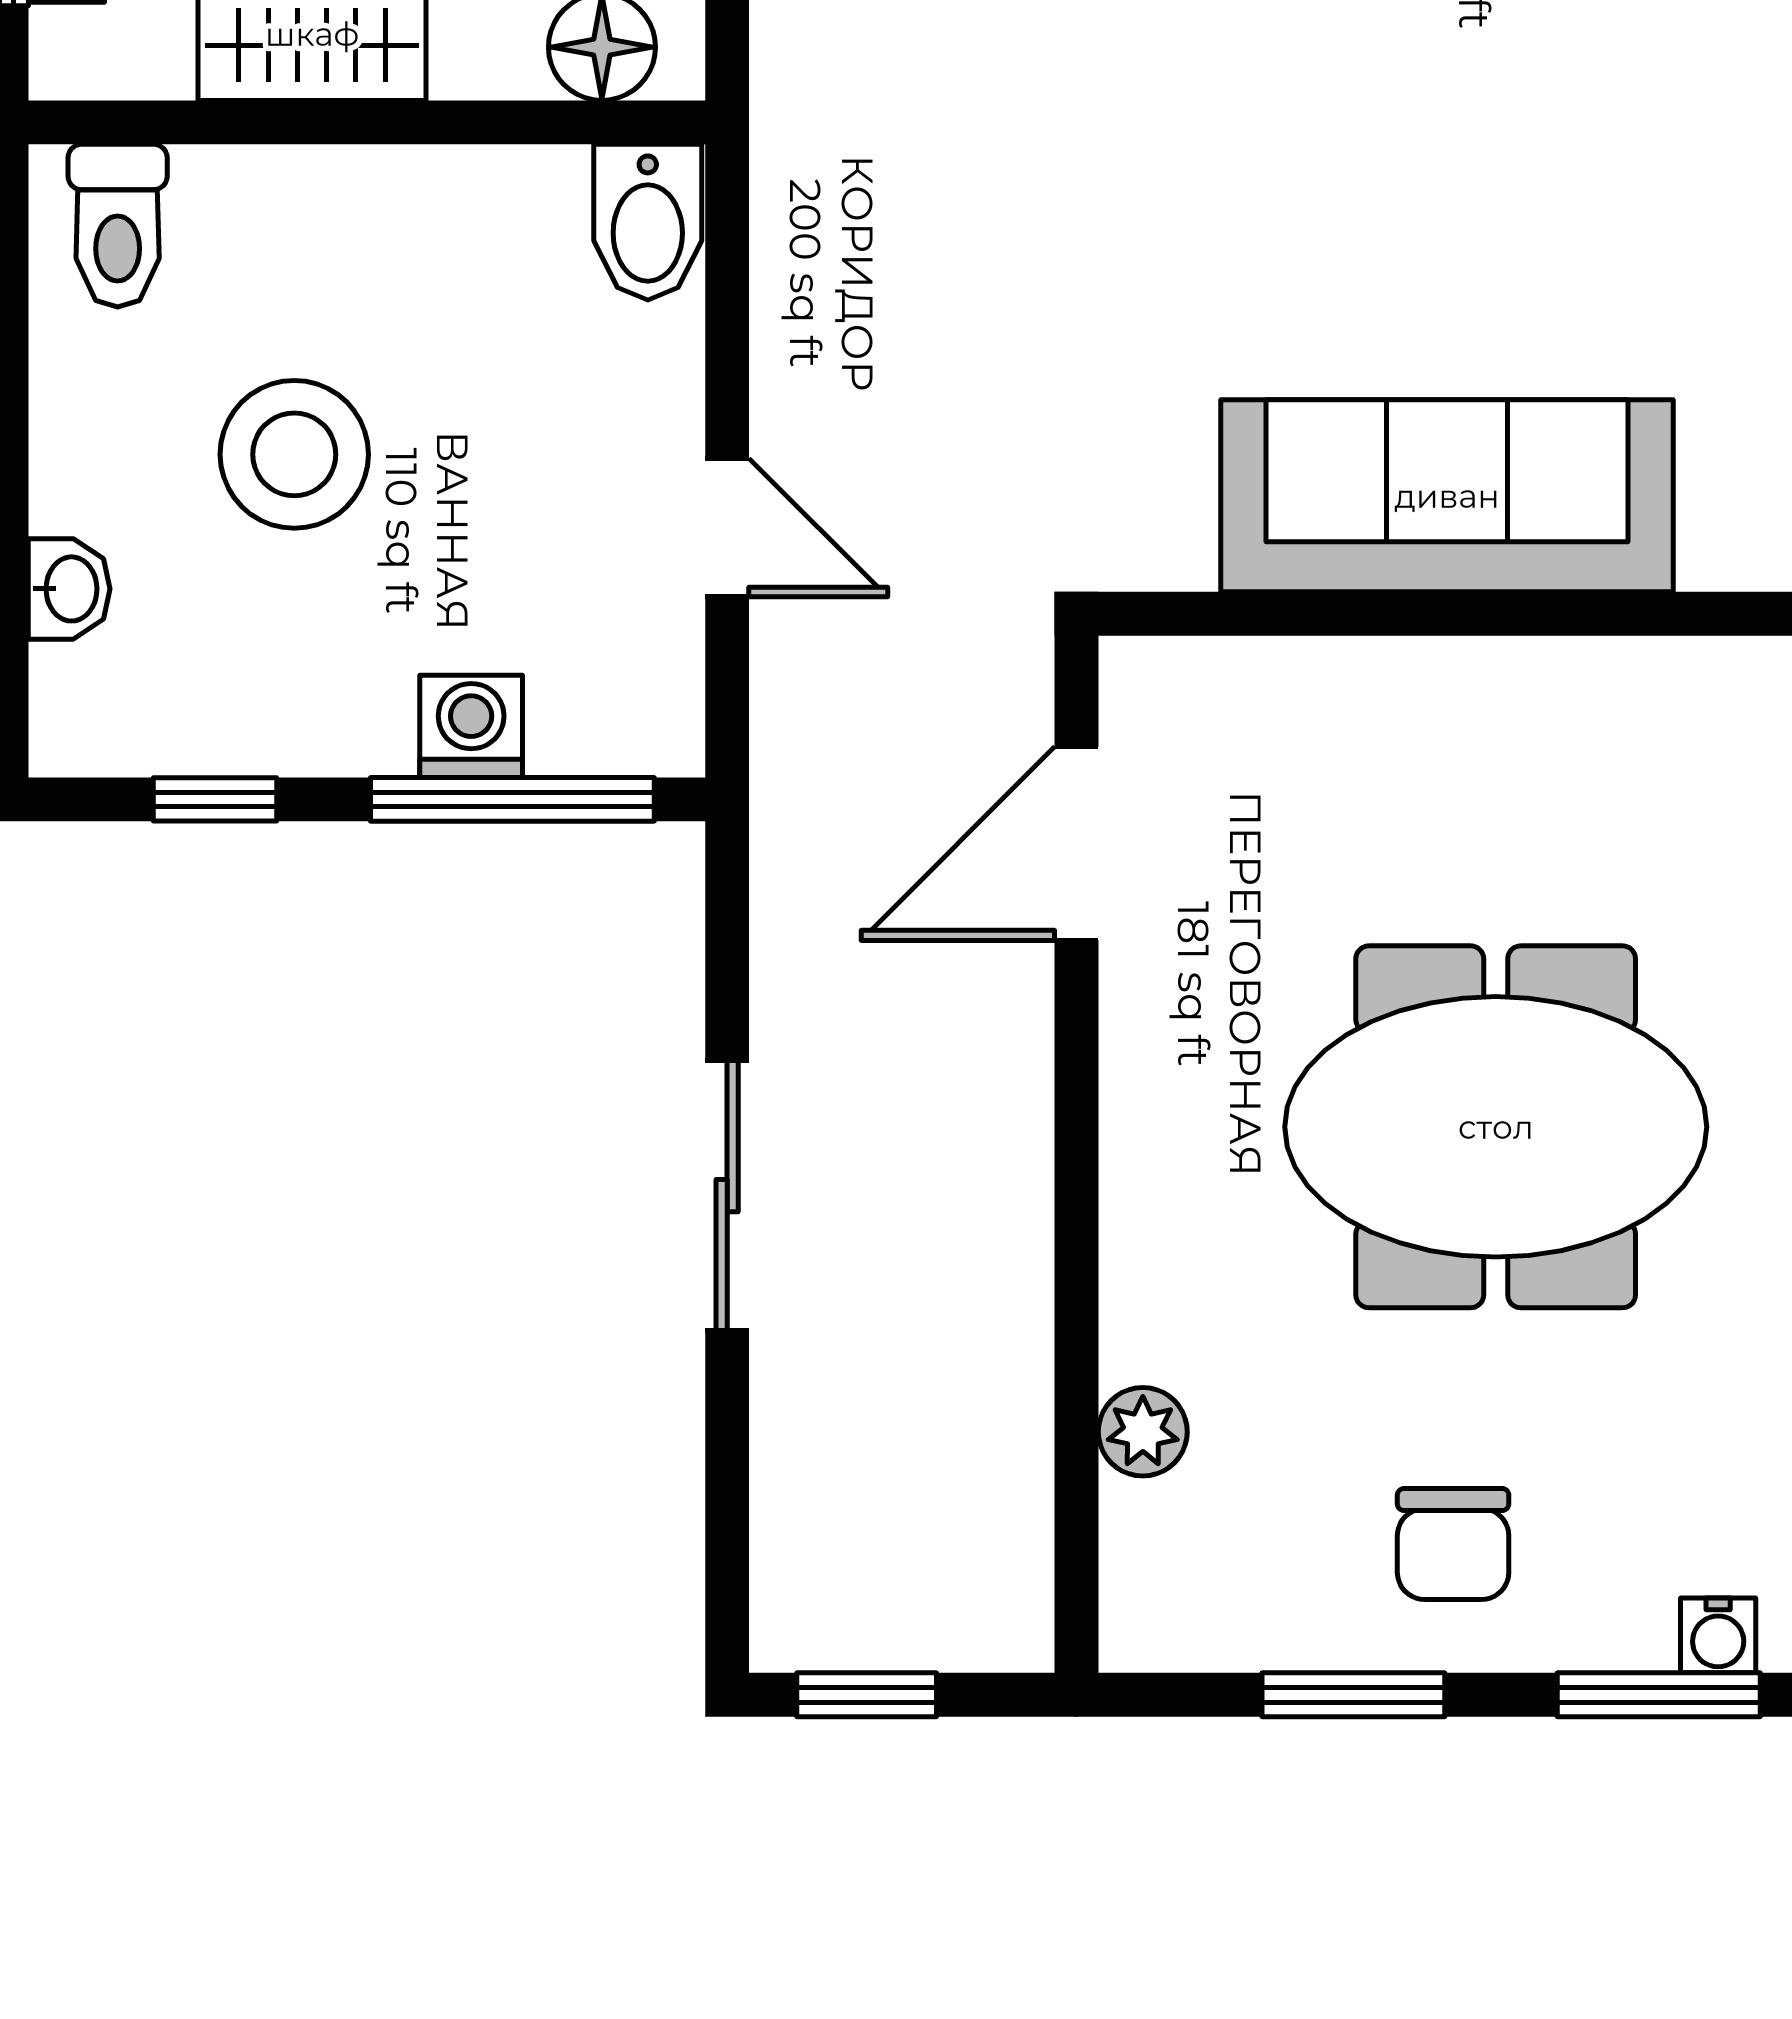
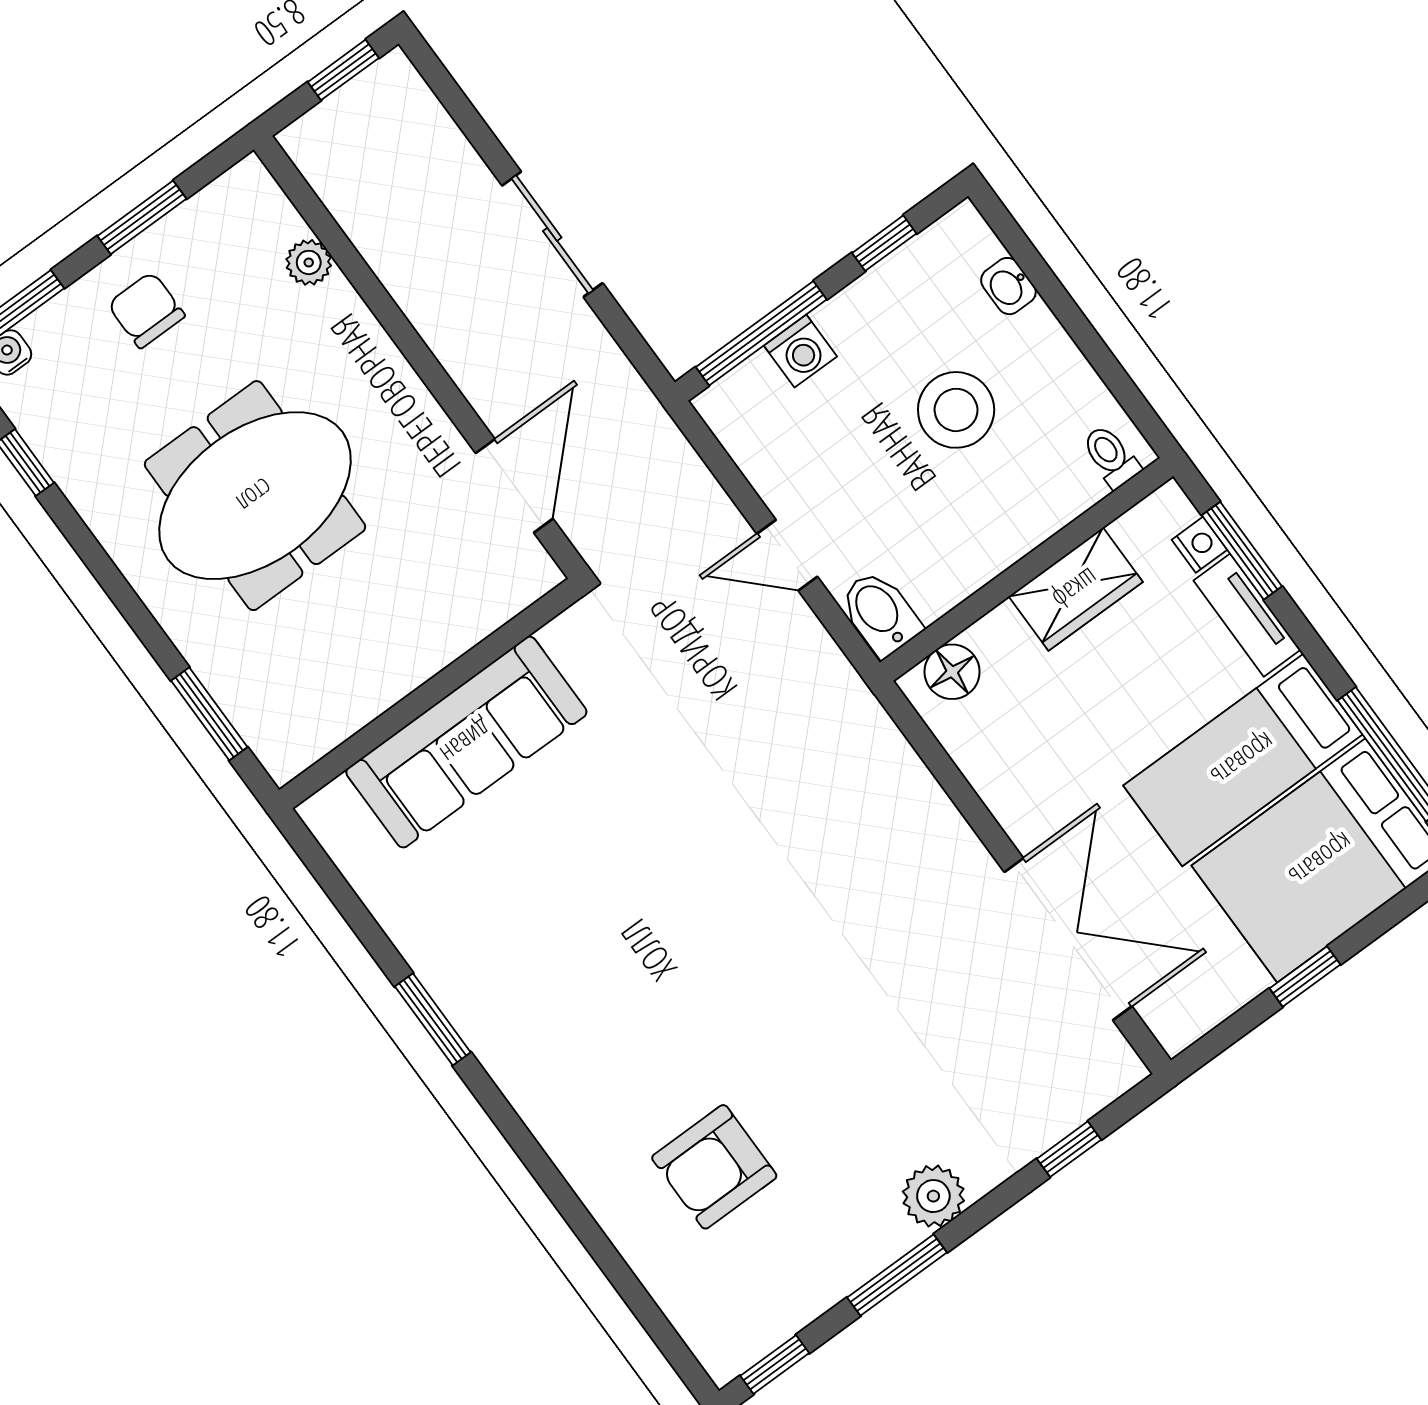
toilet: (118, 226) -> (1111, 456), width x0.73, depth x0.72
door: (727, 528) -> (787, 555), moved

